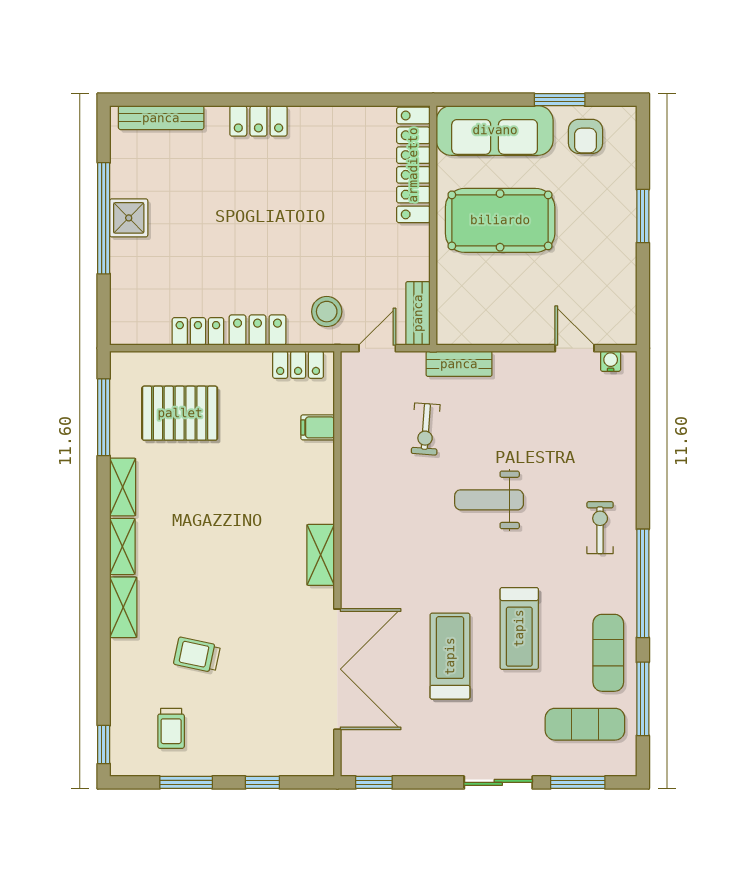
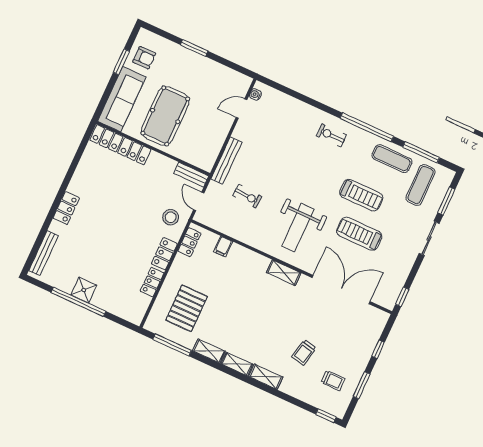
bench: (459, 364) -> (226, 161), width x1.36
weight bench: (489, 500) -> (298, 227), moved, width x1.36, depth x1.33

